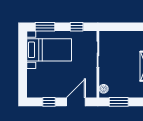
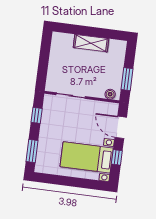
bed with nightstands: (49, 50) -> (87, 157), moved, turned -90

